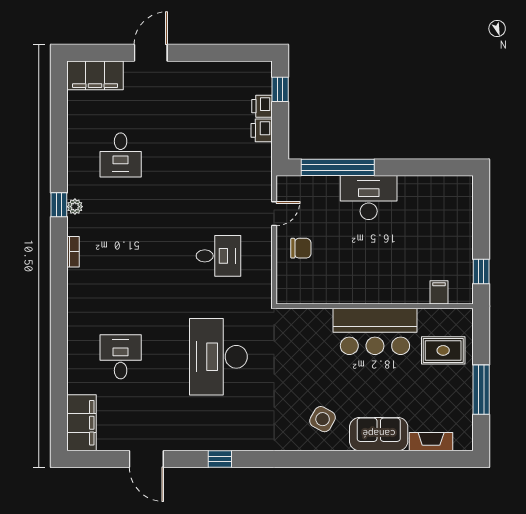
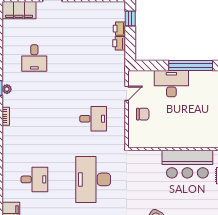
window: (338, 167) -> (191, 66), moved
desk: (369, 198) -> (171, 84), moved
desk: (121, 357) -> (34, 179), turned 90

